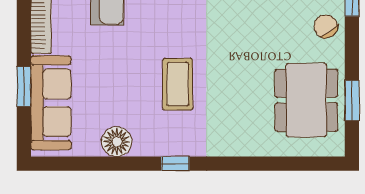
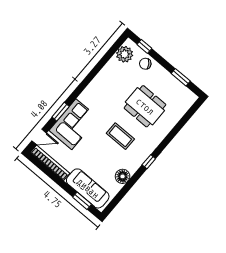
window: (24, 87) -> (82, 201), moved
dining table: (306, 100) -> (145, 106), moved

